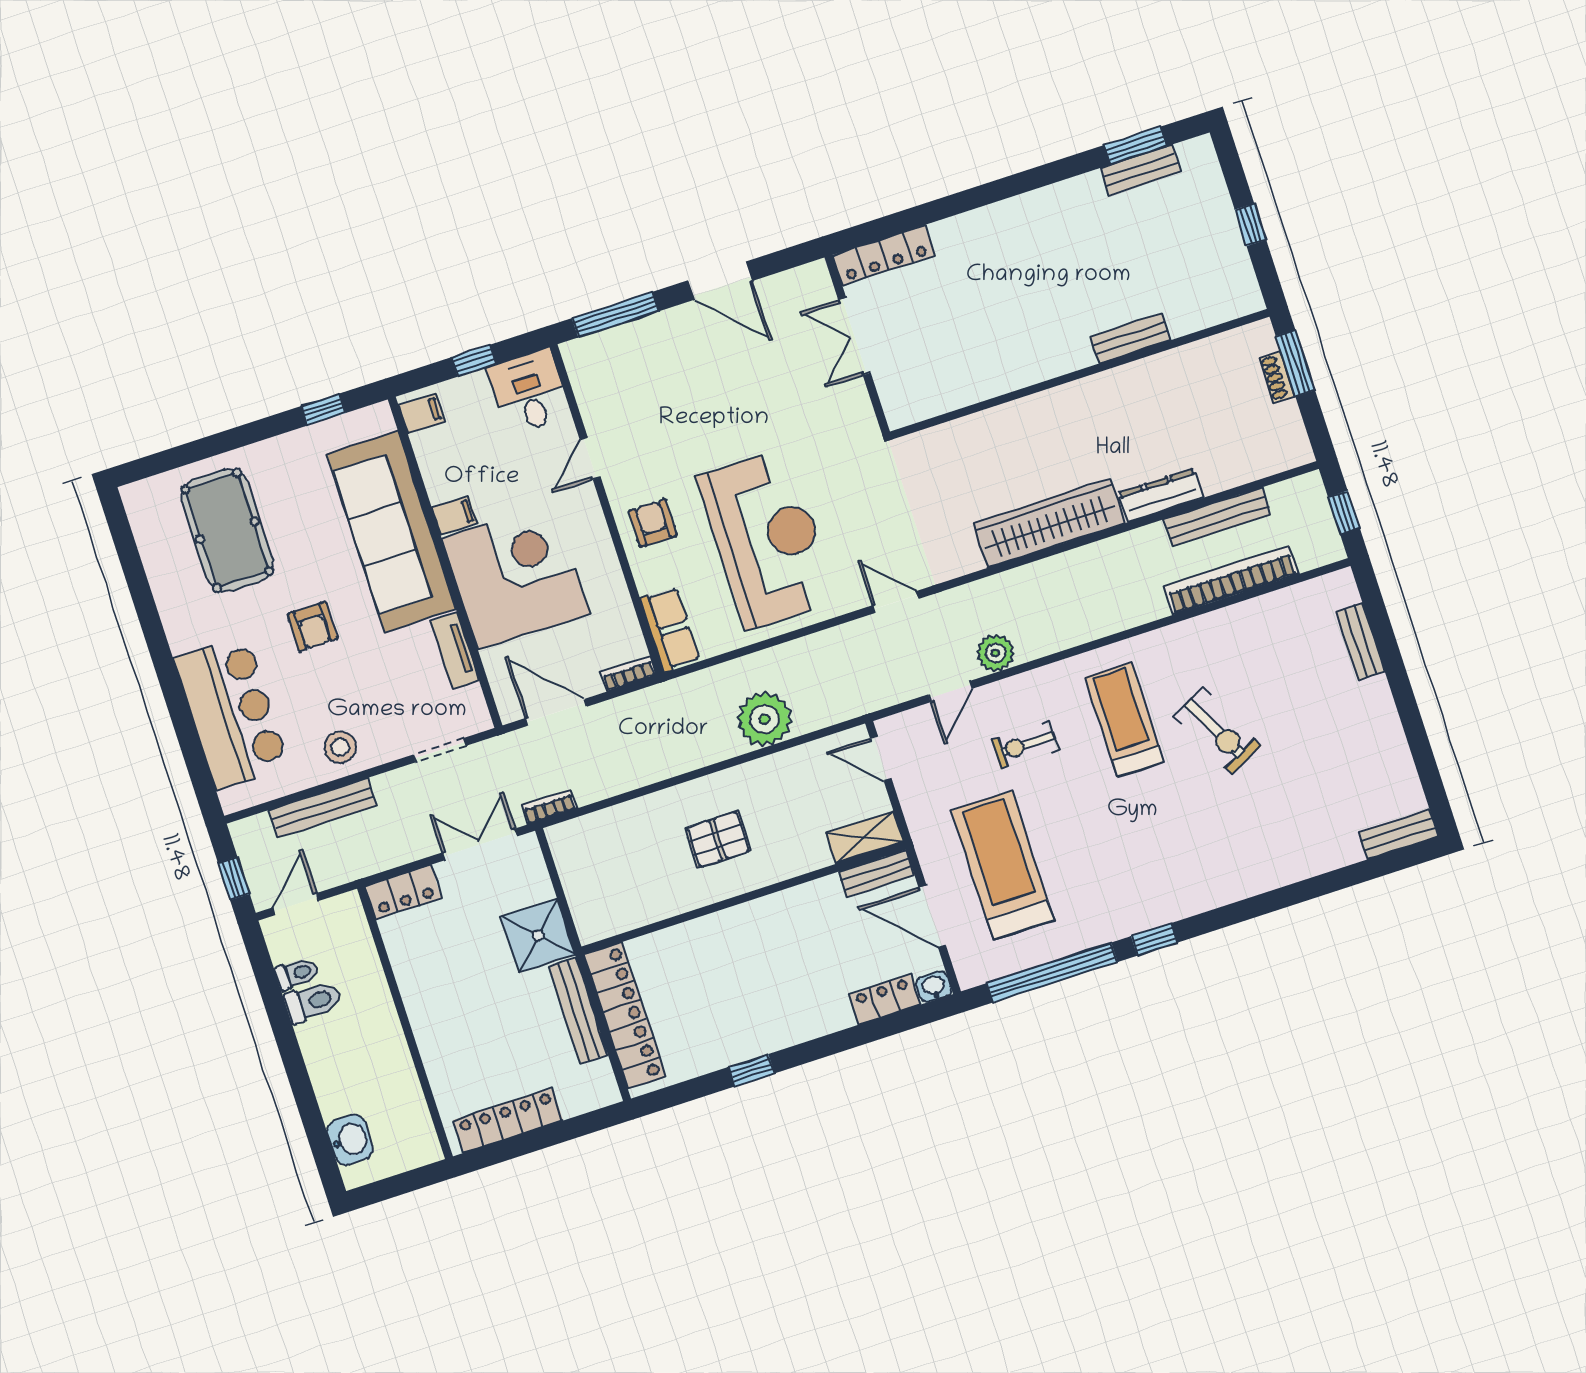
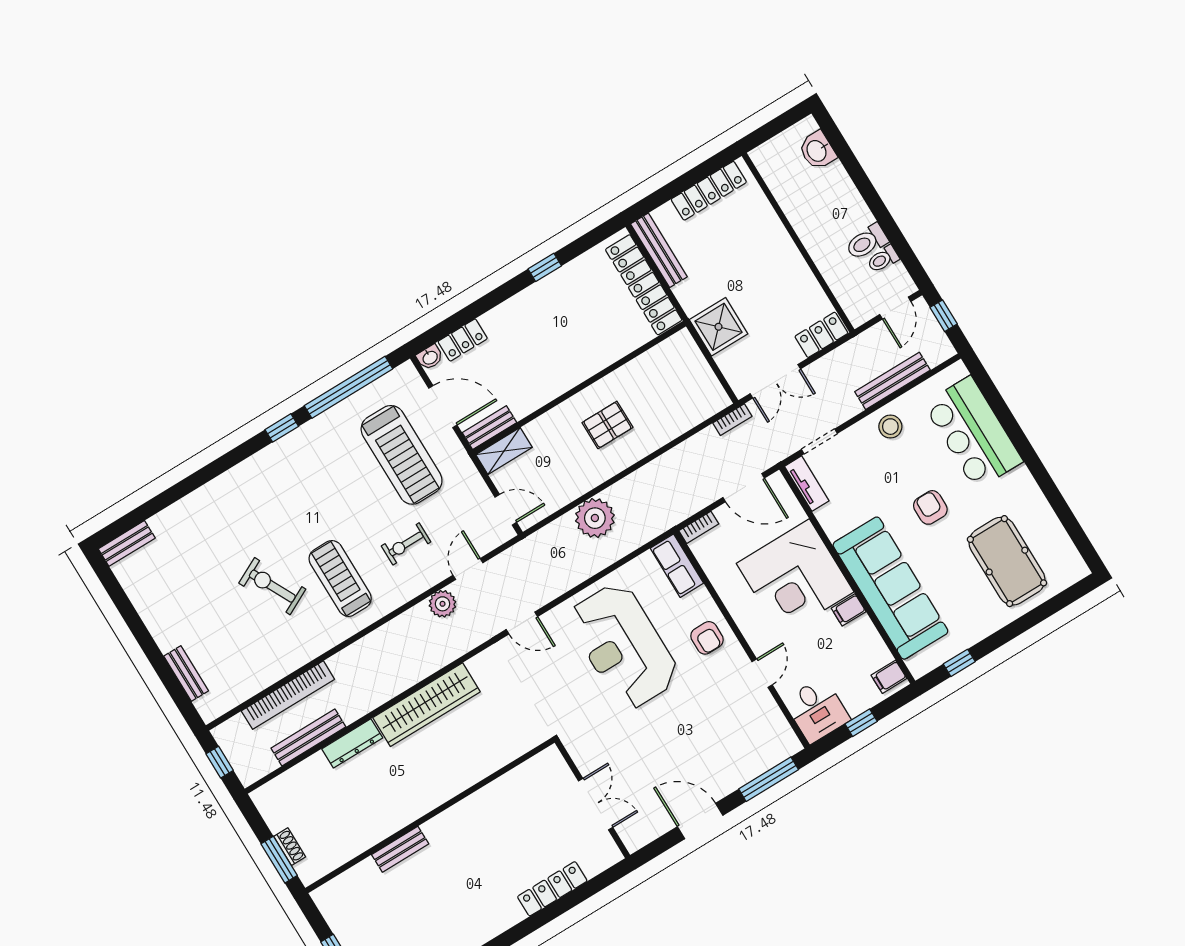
locker: (884, 255) -> (552, 889), moved
tv unit: (455, 651) -> (807, 484), moved
treadmill: (1124, 719) -> (340, 578), turned 180
exercise bike: (1025, 745) -> (406, 544), turned 180
bench: (578, 1010) -> (659, 250), moved

